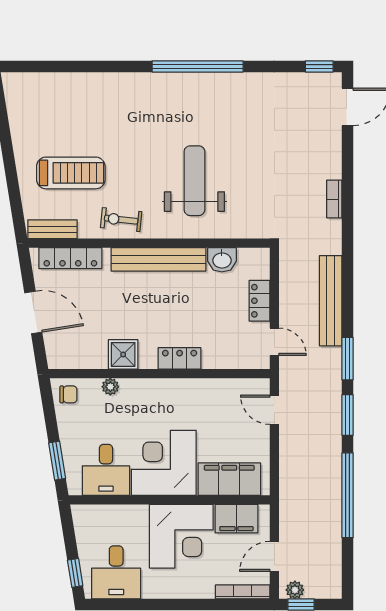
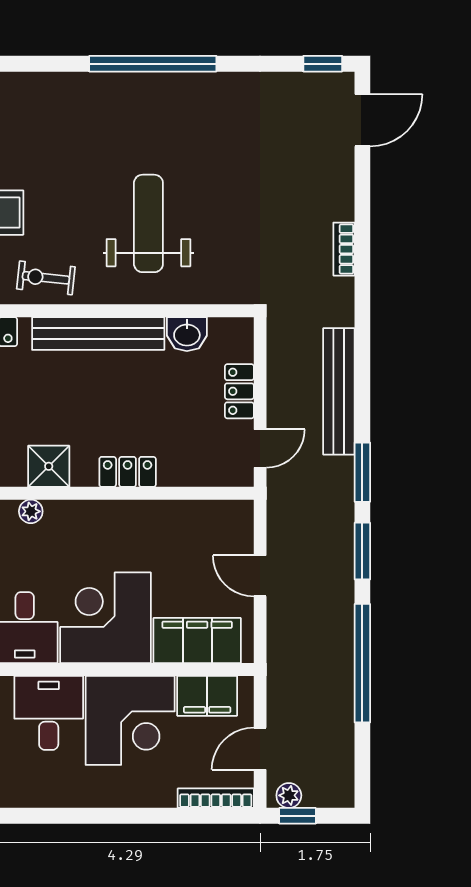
door: (274, 342) -> (260, 449), hinge flipped
door: (274, 410) -> (260, 576), moved
desk: (116, 572) -> (49, 713), moved, turned 180

